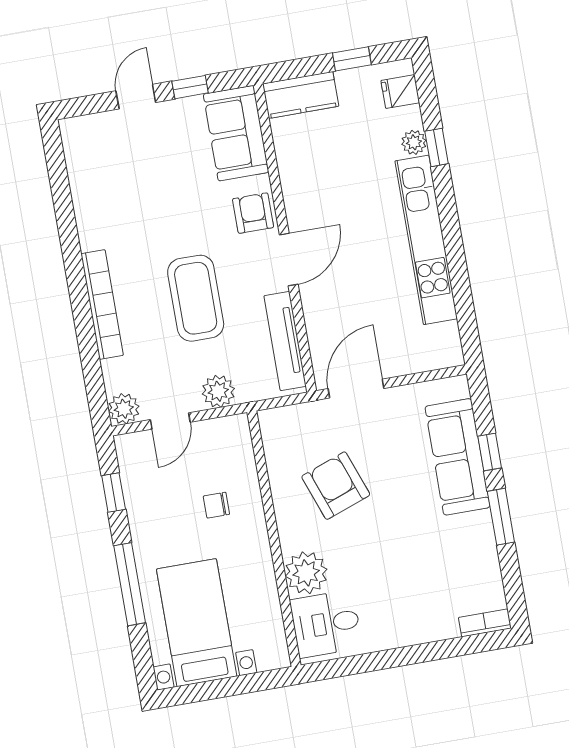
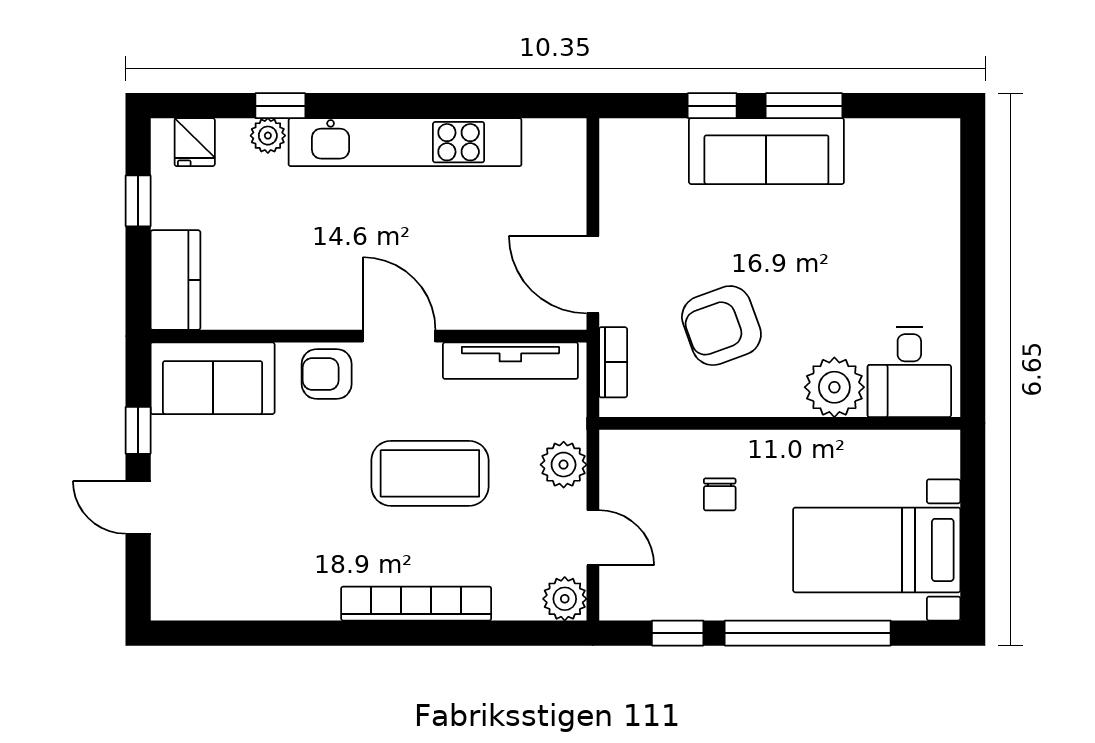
sofa: (458, 457) -> (766, 151), moved
window: (130, 584) -> (808, 633), width x1.46
bookcase: (485, 623) -> (613, 362), moved, turned 180

